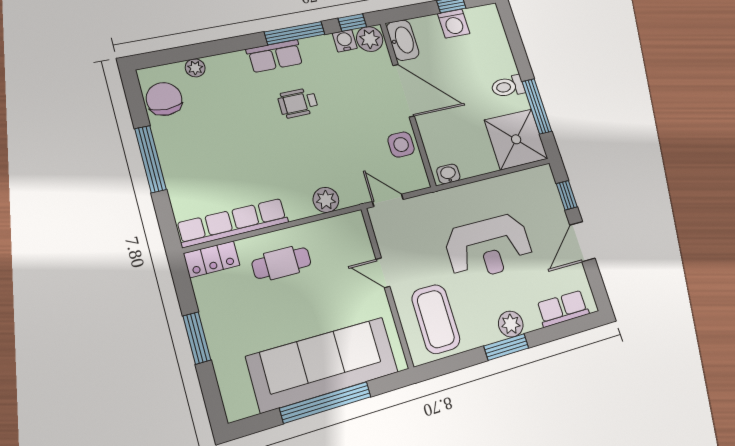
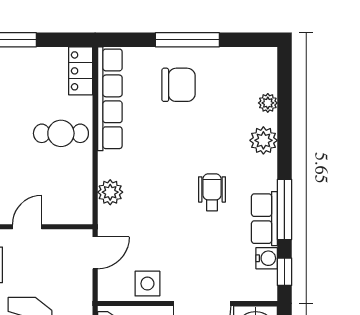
plant: (370, 39) -> (263, 140), moved
row of seats: (275, 56) -> (264, 219), moved
chair: (164, 99) -> (179, 85), moved
cafe table: (281, 263) -> (61, 133), turned 90

